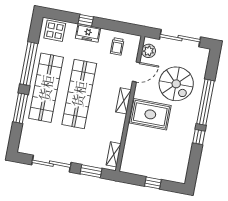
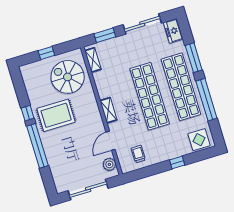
freezer: (88, 33) -> (173, 31), moved, turned -90
spiral stairs: (176, 84) -> (68, 77), moved
rug: (150, 114) -> (56, 115), moved

